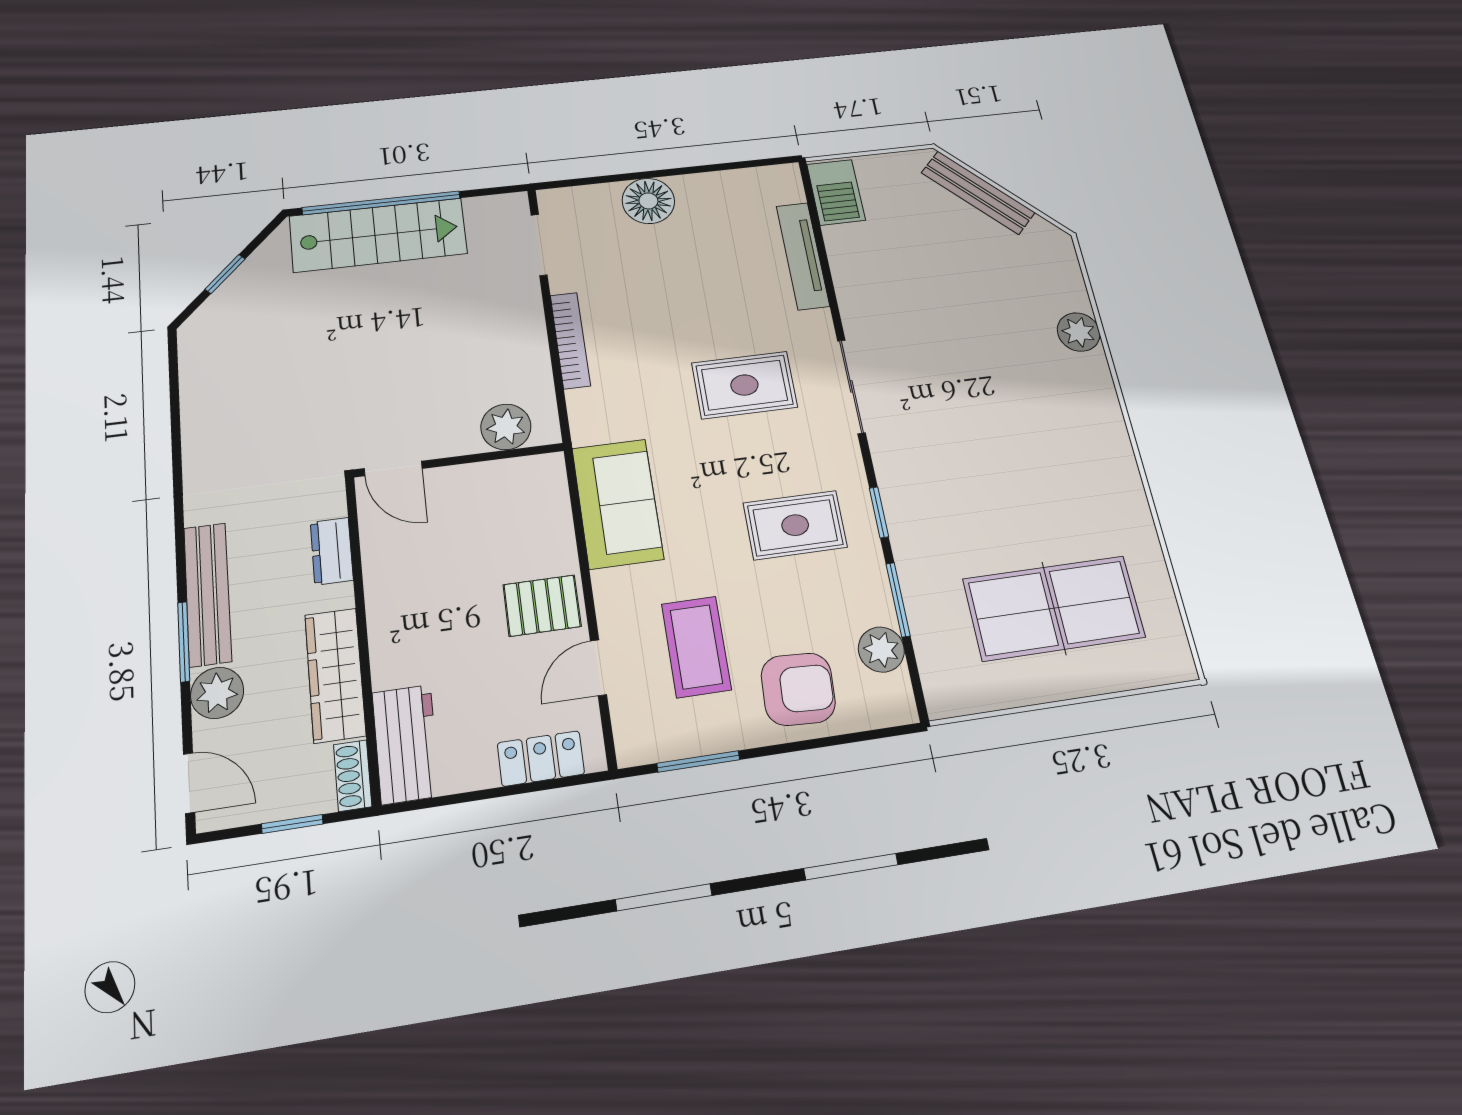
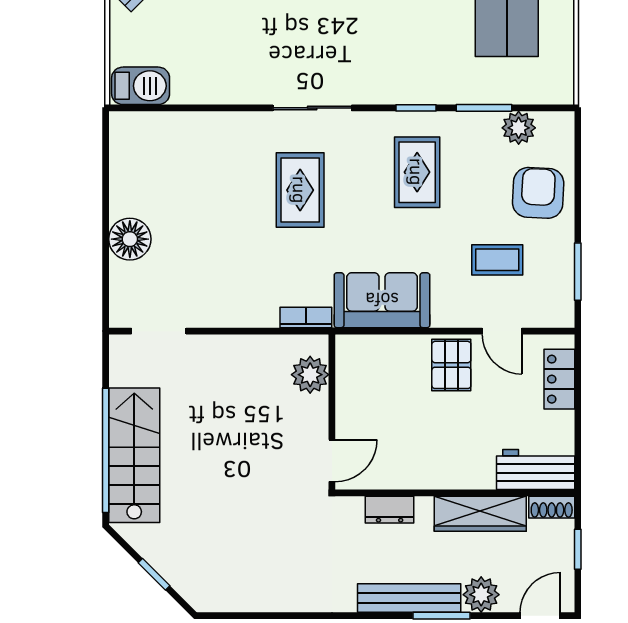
tv unit: (803, 256) -> (195, 124), removed
bookcase: (570, 340) -> (306, 318), moved, width x0.64
coffee table: (696, 647) -> (497, 260), width x0.73, depth x0.77

